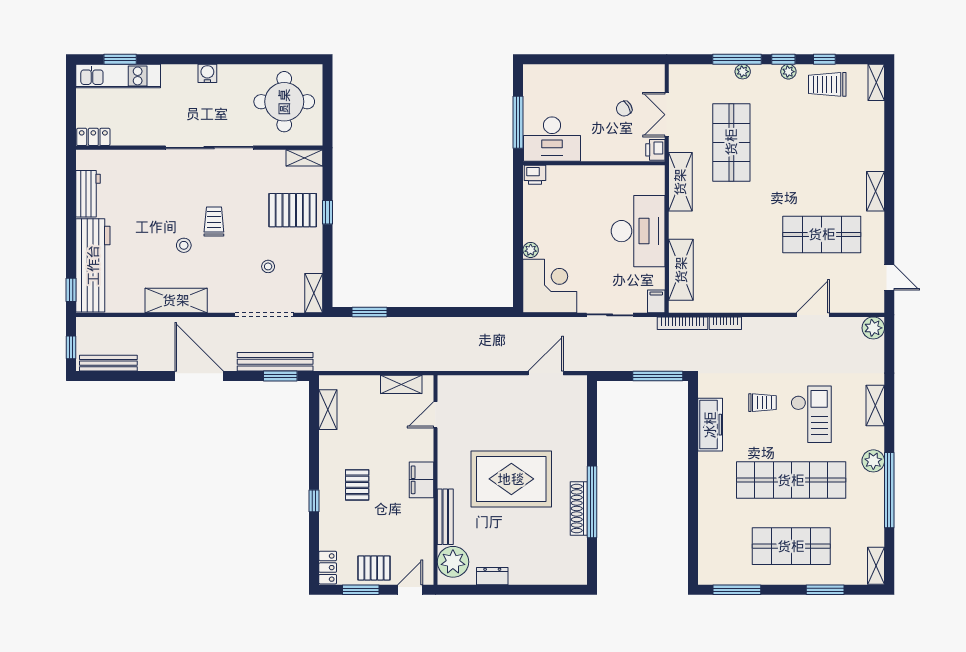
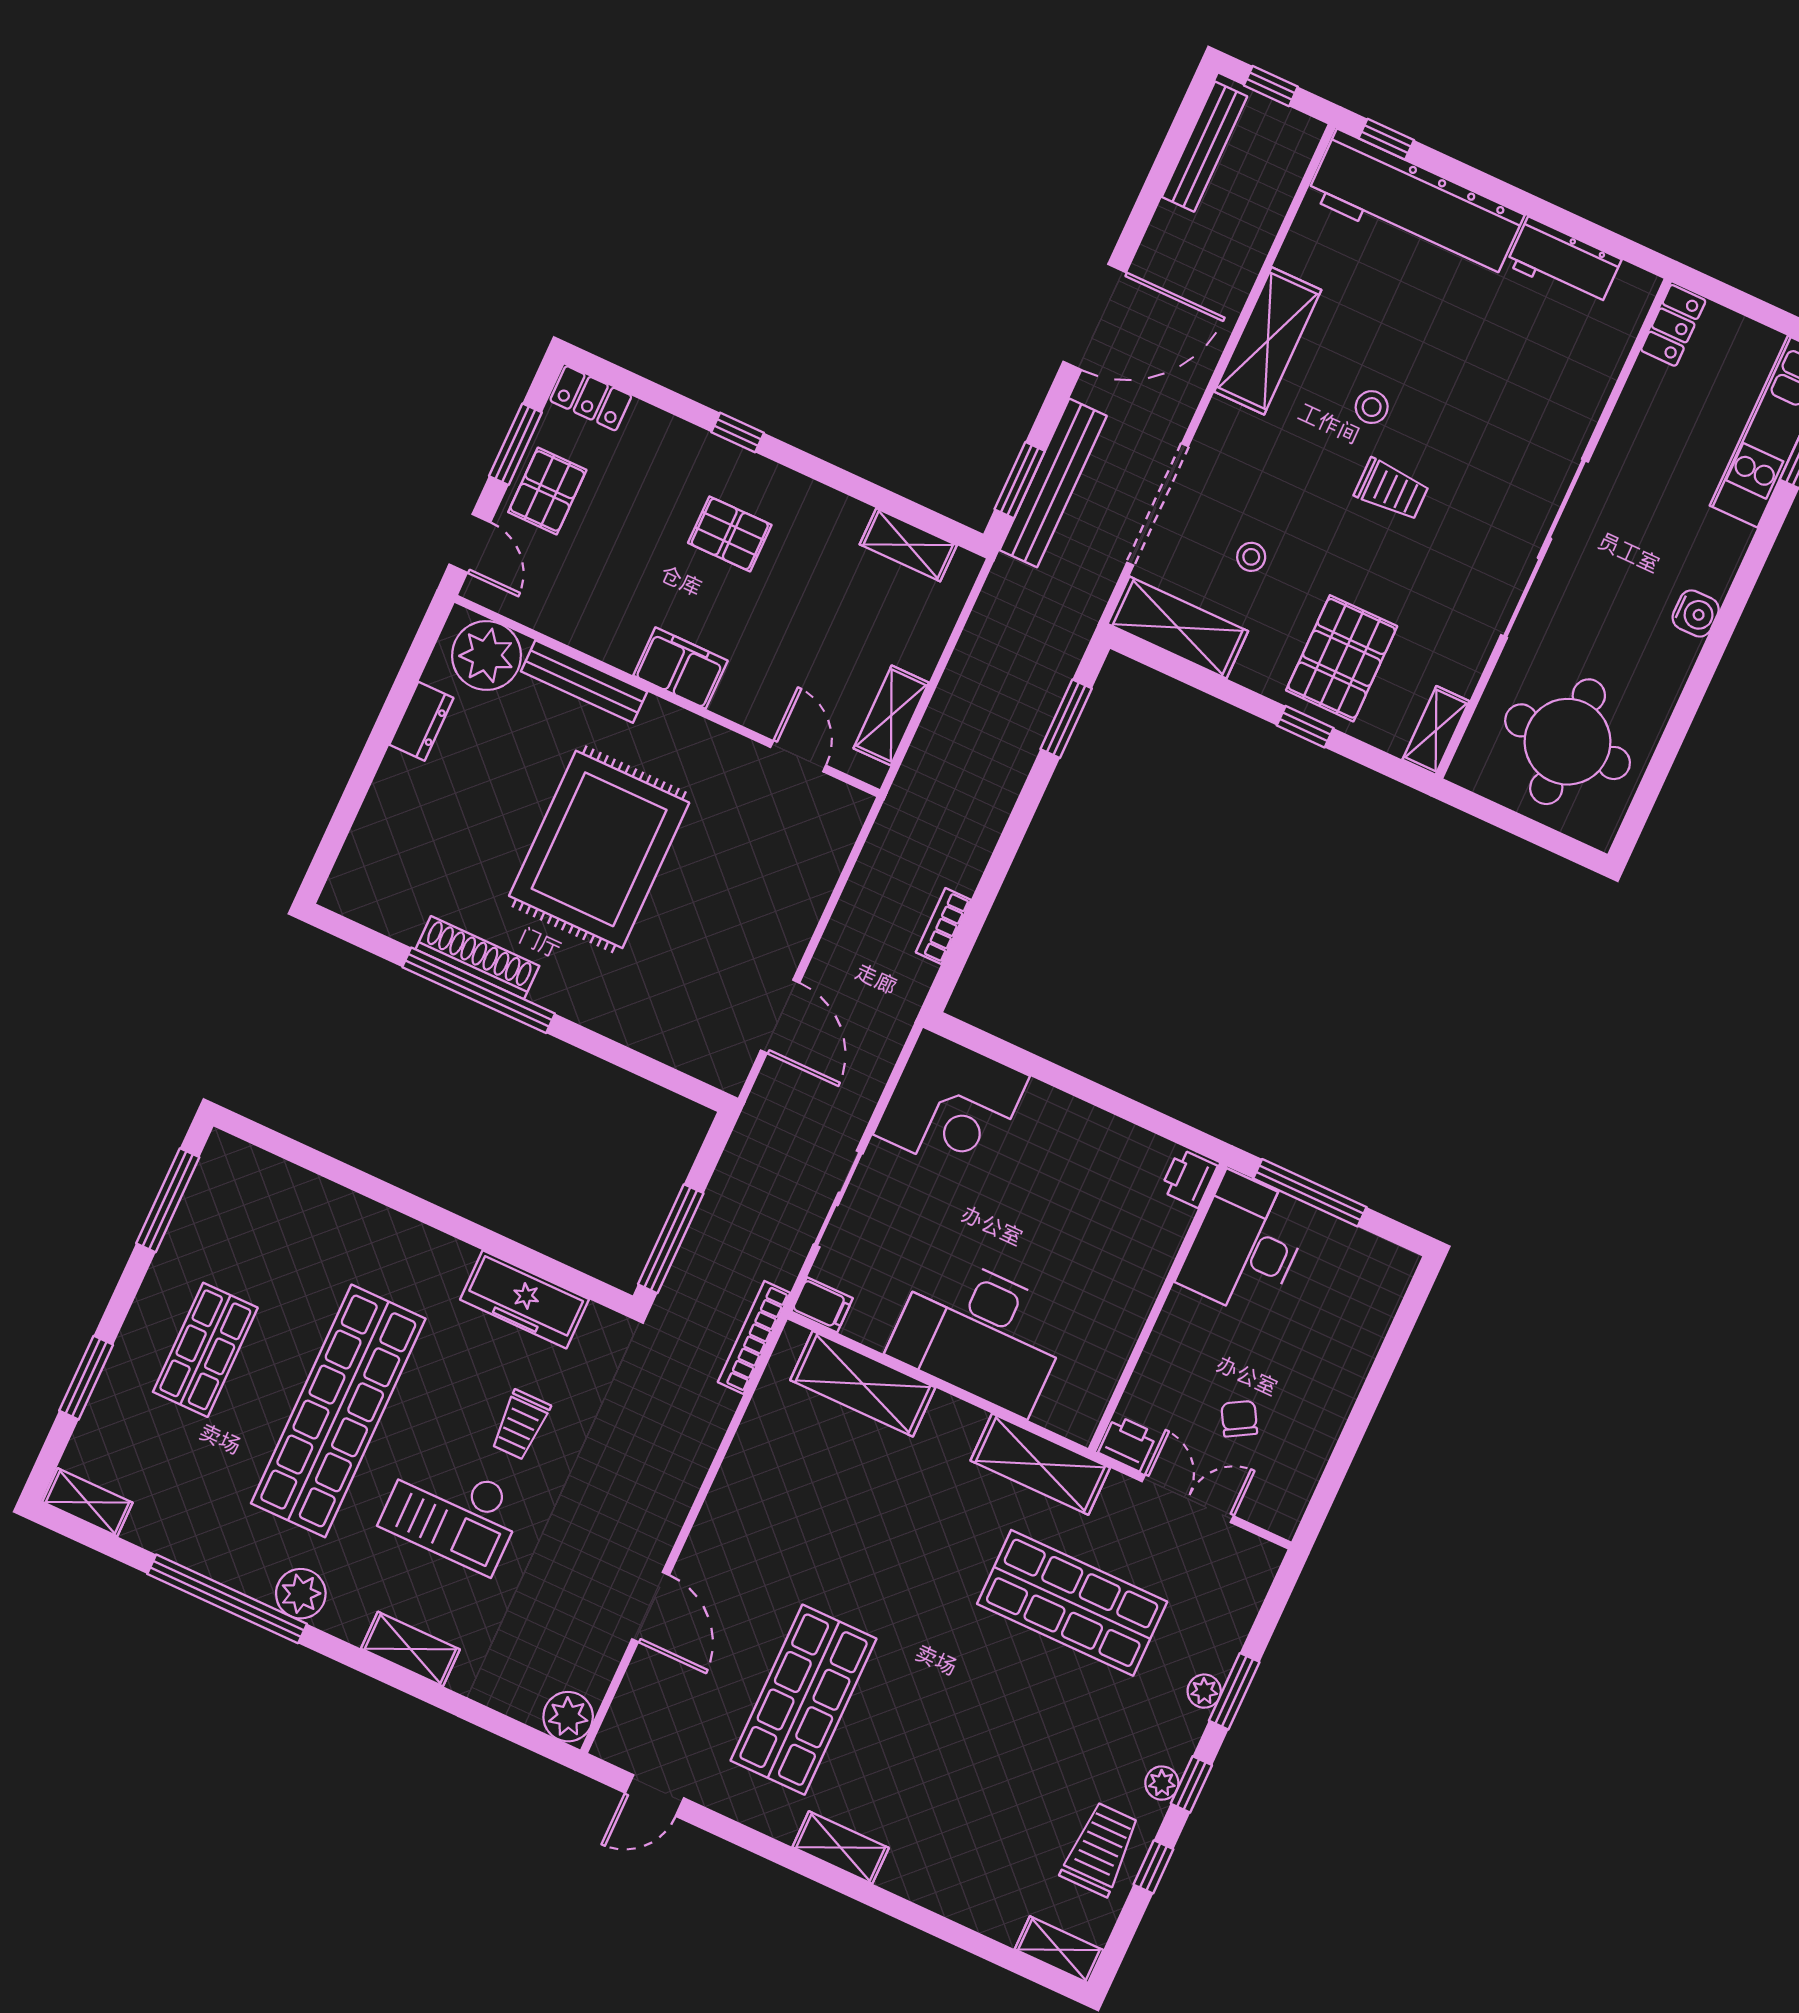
window: (737, 59) -> (1234, 1691), width x0.69
plant: (531, 250) -> (1042, 1100), removed
shelving: (314, 293) -> (1178, 627), width x1.50, depth x1.33
bookcase: (725, 323) -> (943, 926), moved
shop shelf: (791, 546) -> (205, 1350), width x0.70, depth x0.74

